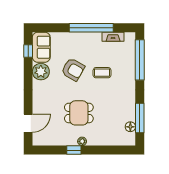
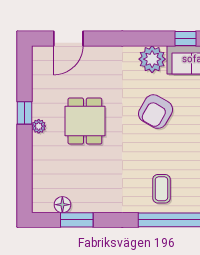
coffee table: (102, 73) -> (161, 189), moved
window: (140, 118) -> (77, 220), width x0.69
door: (28, 123) -> (68, 39), hinge flipped

